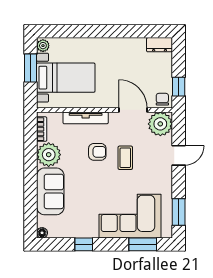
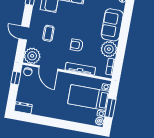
door: (179, 155) -> (24, 33), hinge flipped
coffee table: (125, 158) -> (48, 33), moved

